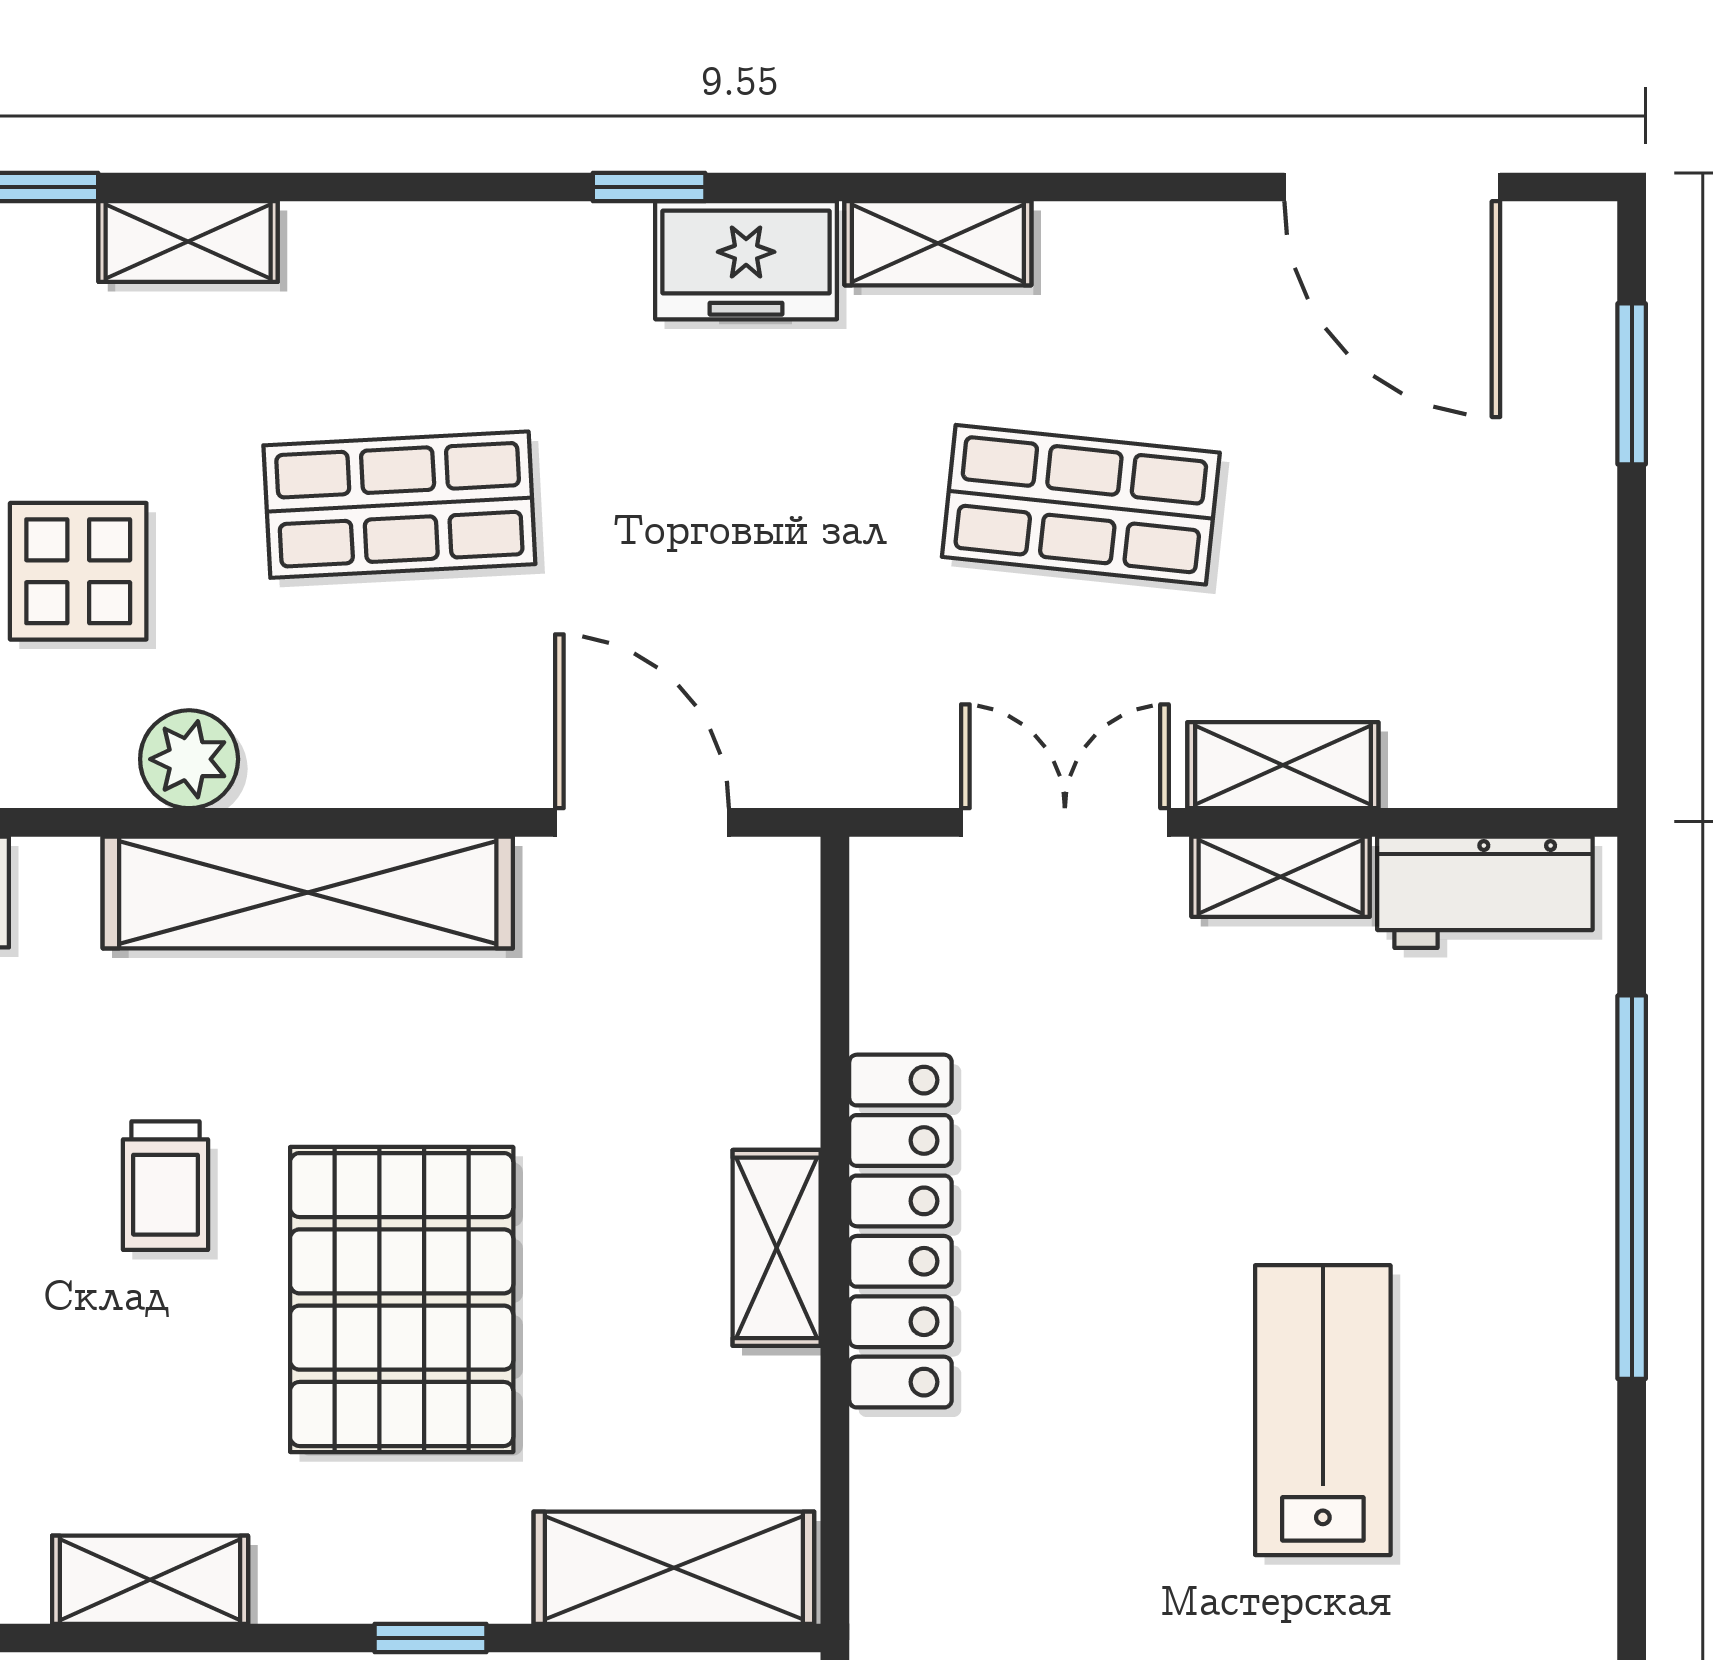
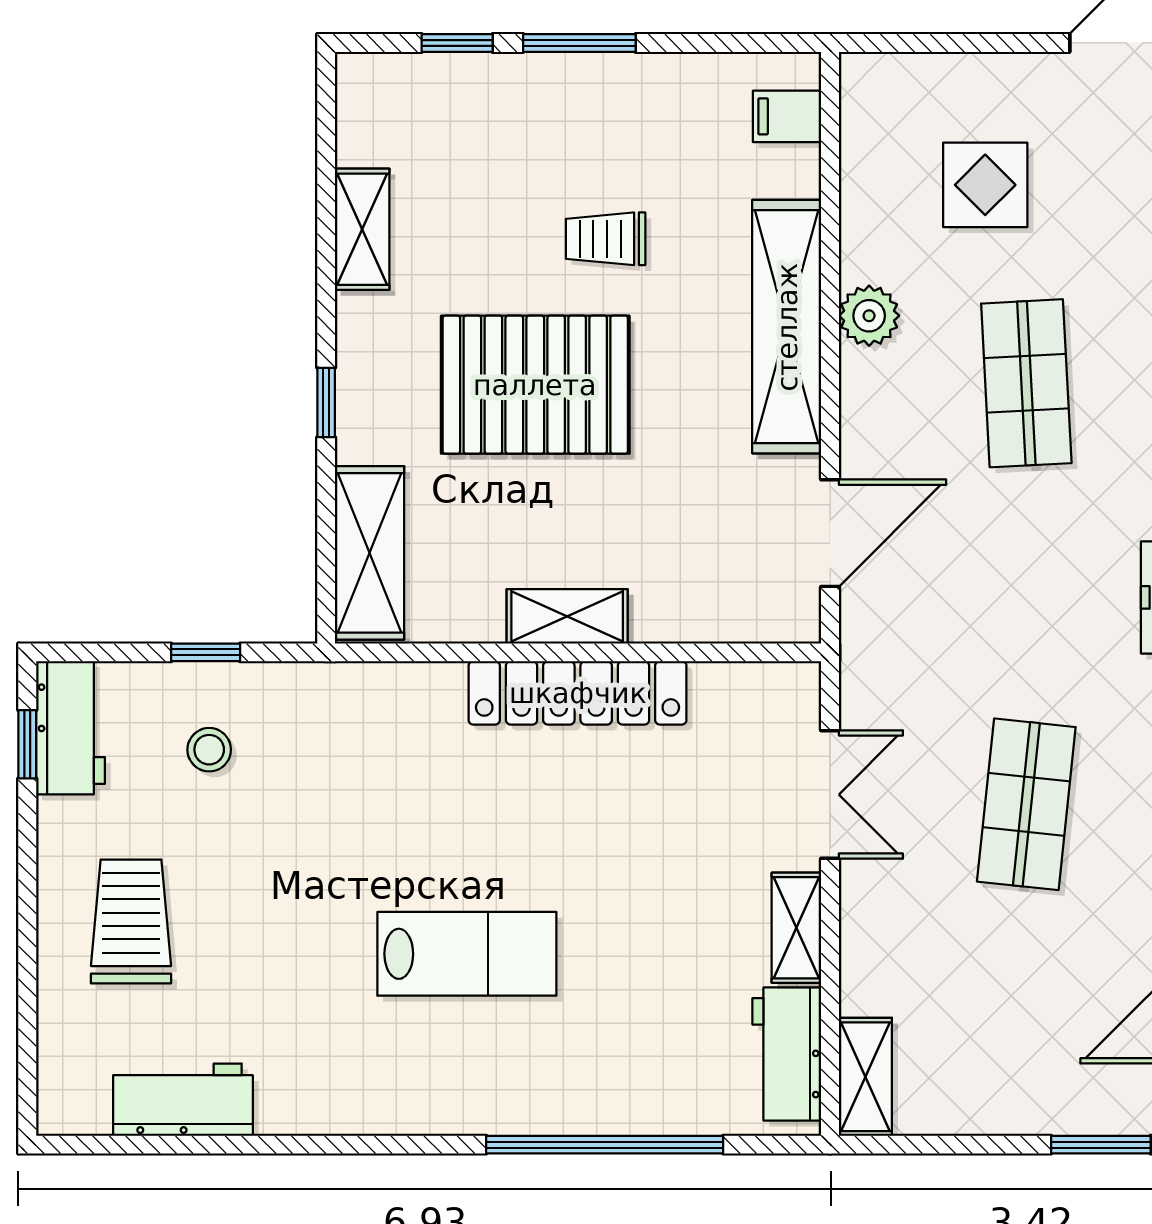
plant: (189, 759) -> (869, 316), moved
shelving: (1283, 765) -> (865, 1077), moved

